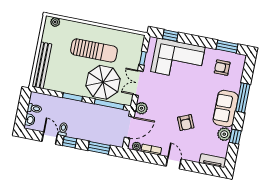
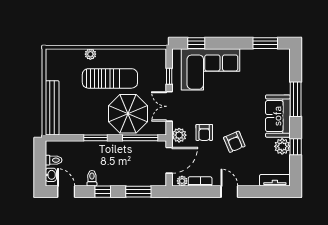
plant: (55, 22) -> (90, 54), moved
armchair: (222, 68) -> (204, 132), moved, turned -90
door: (50, 138) -> (66, 192), moved

